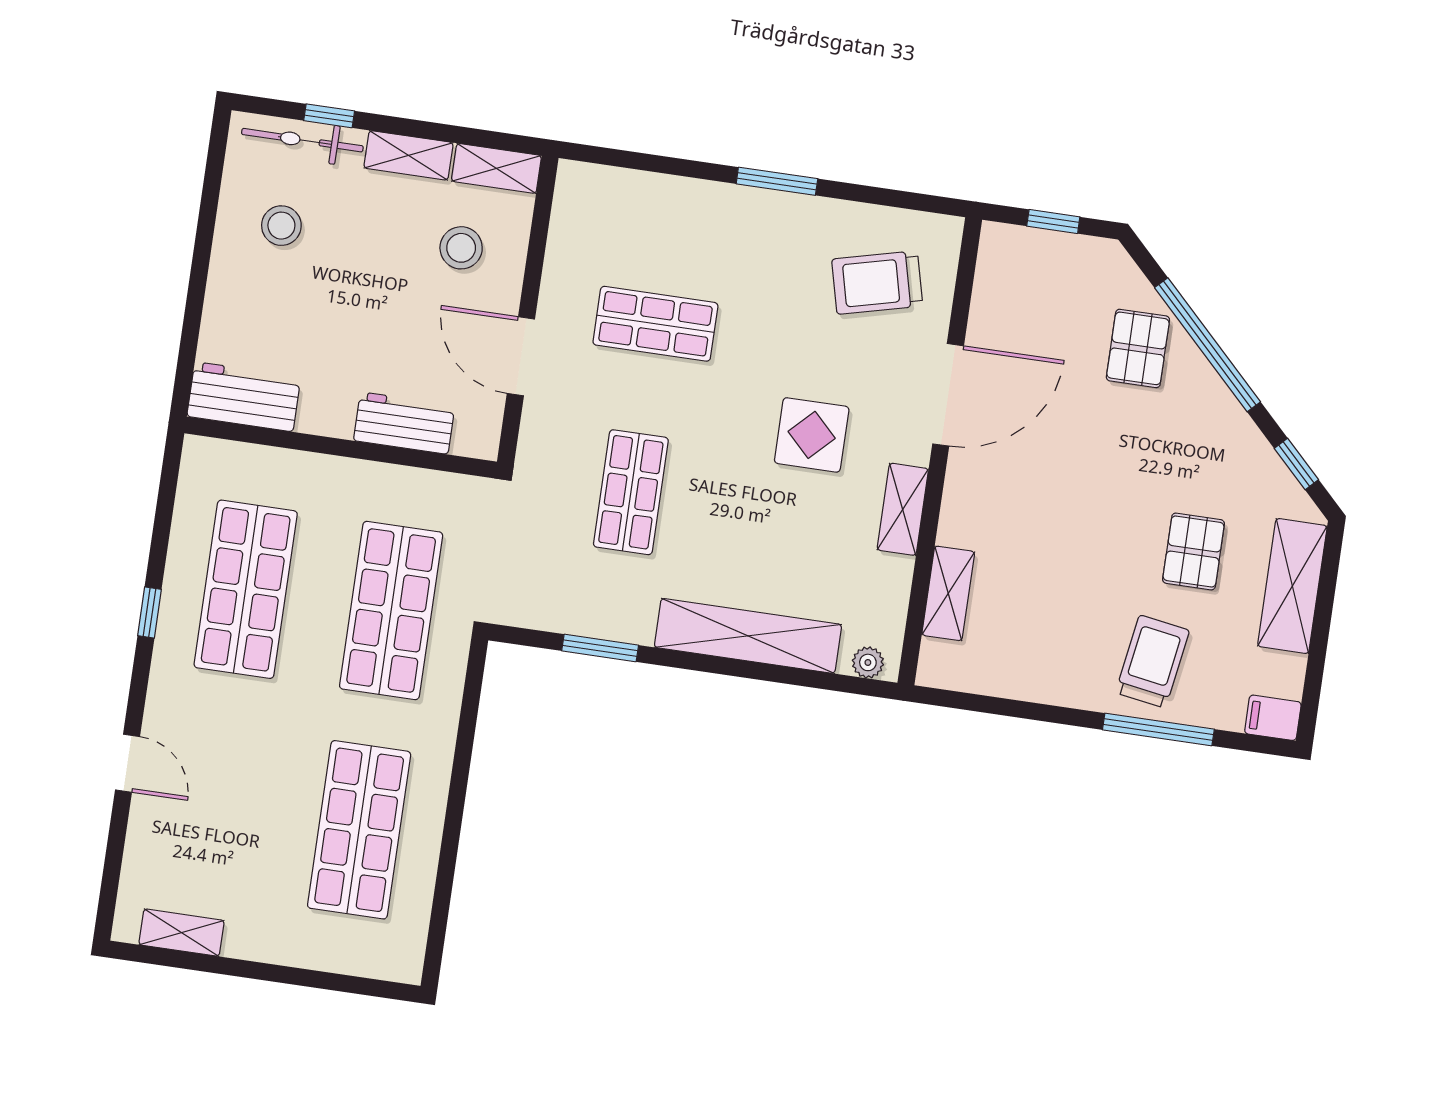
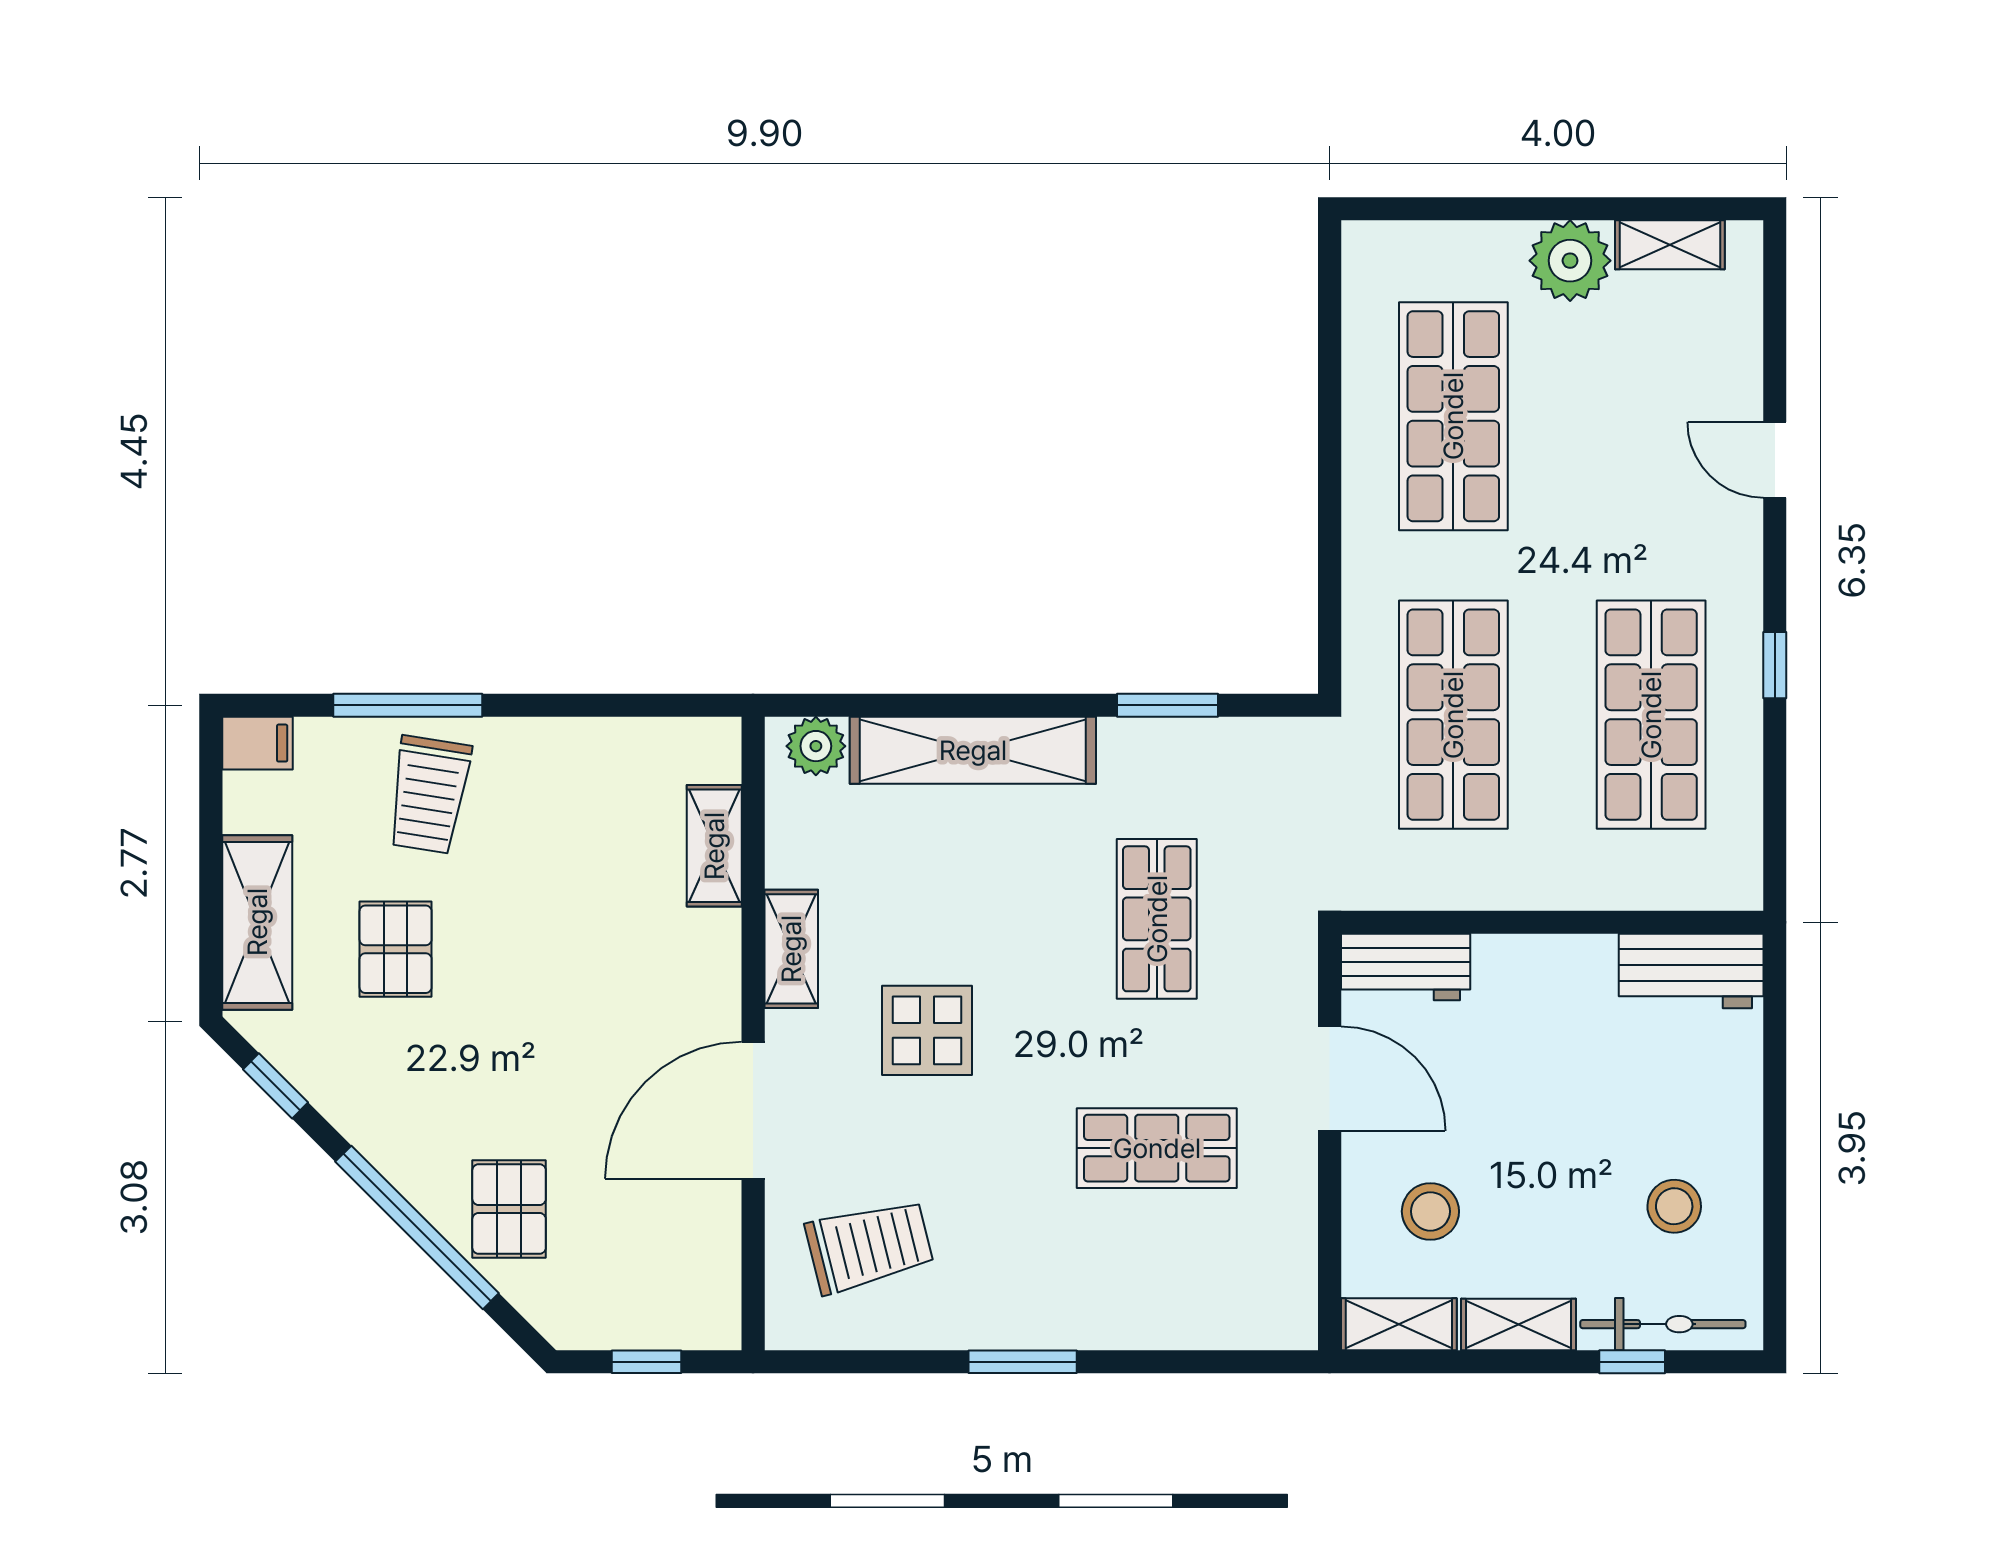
workbench: (404, 423) -> (1406, 967), moved
plant: (868, 662) -> (816, 746), width x1.38, depth x1.38
plant: (257, 932) -> (1570, 261), added

